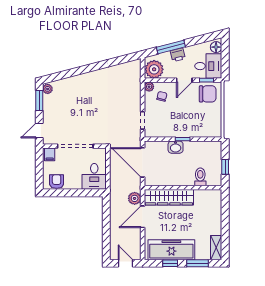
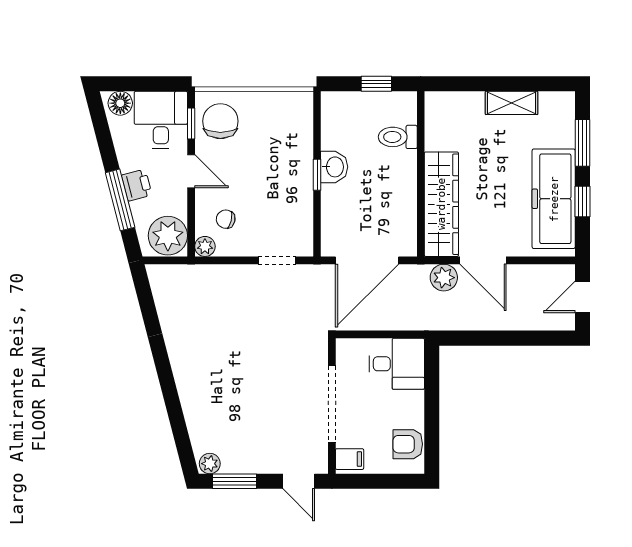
washbasin: (176, 147) -> (334, 167), moved
shelving: (216, 248) -> (512, 103), moved

